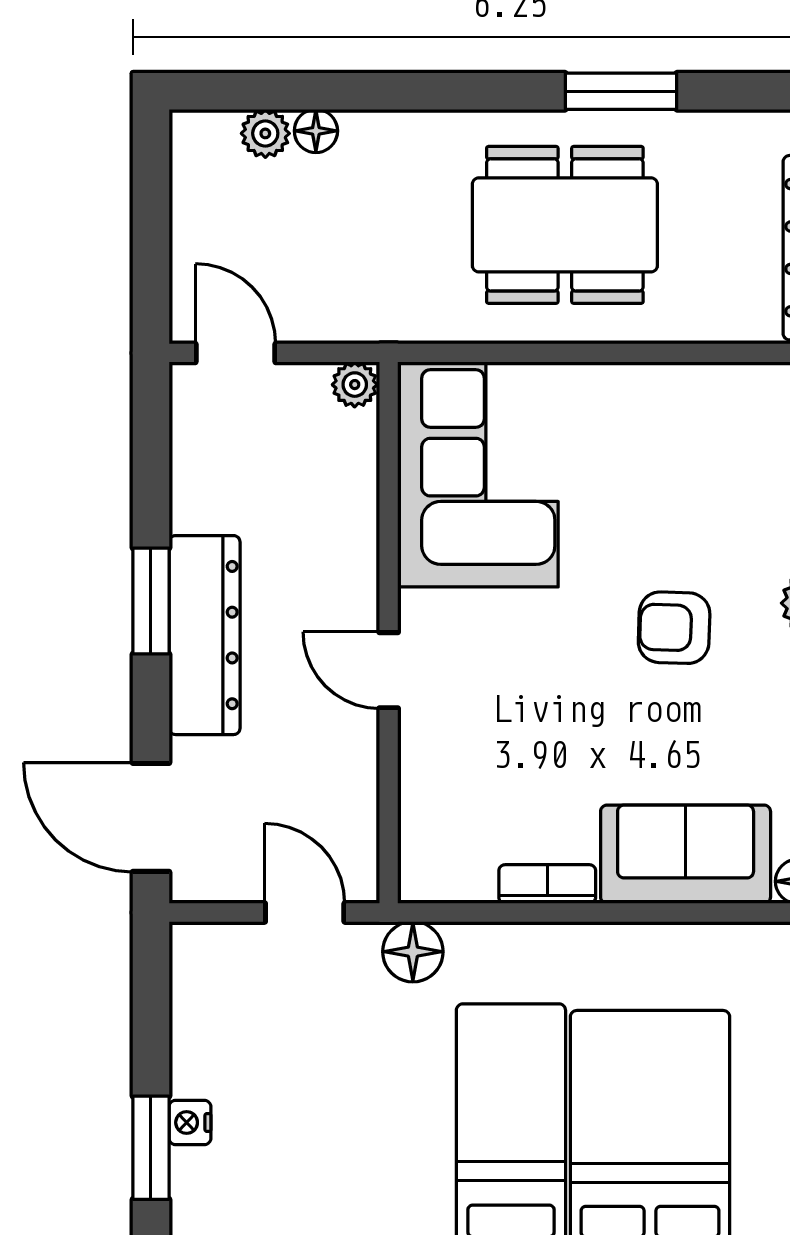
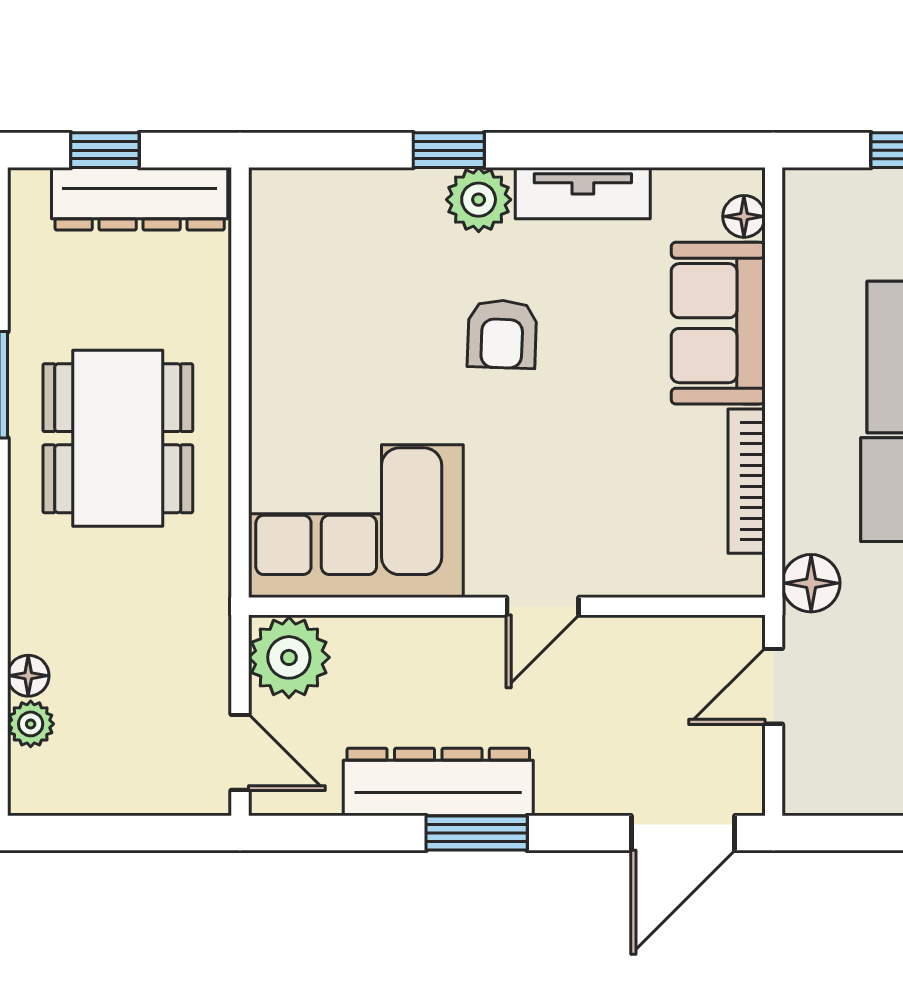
door: (235, 353) -> (240, 752), swing flipped
plant: (355, 385) -> (289, 657), width x1.87, depth x1.87
dresser: (205, 635) -> (438, 782), moved
bookcase: (547, 884) -> (747, 481), width x1.56

